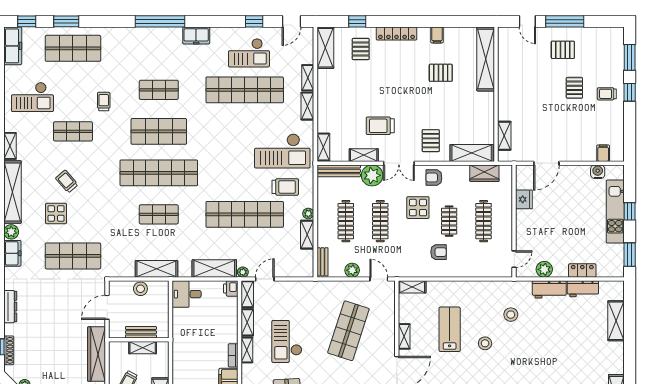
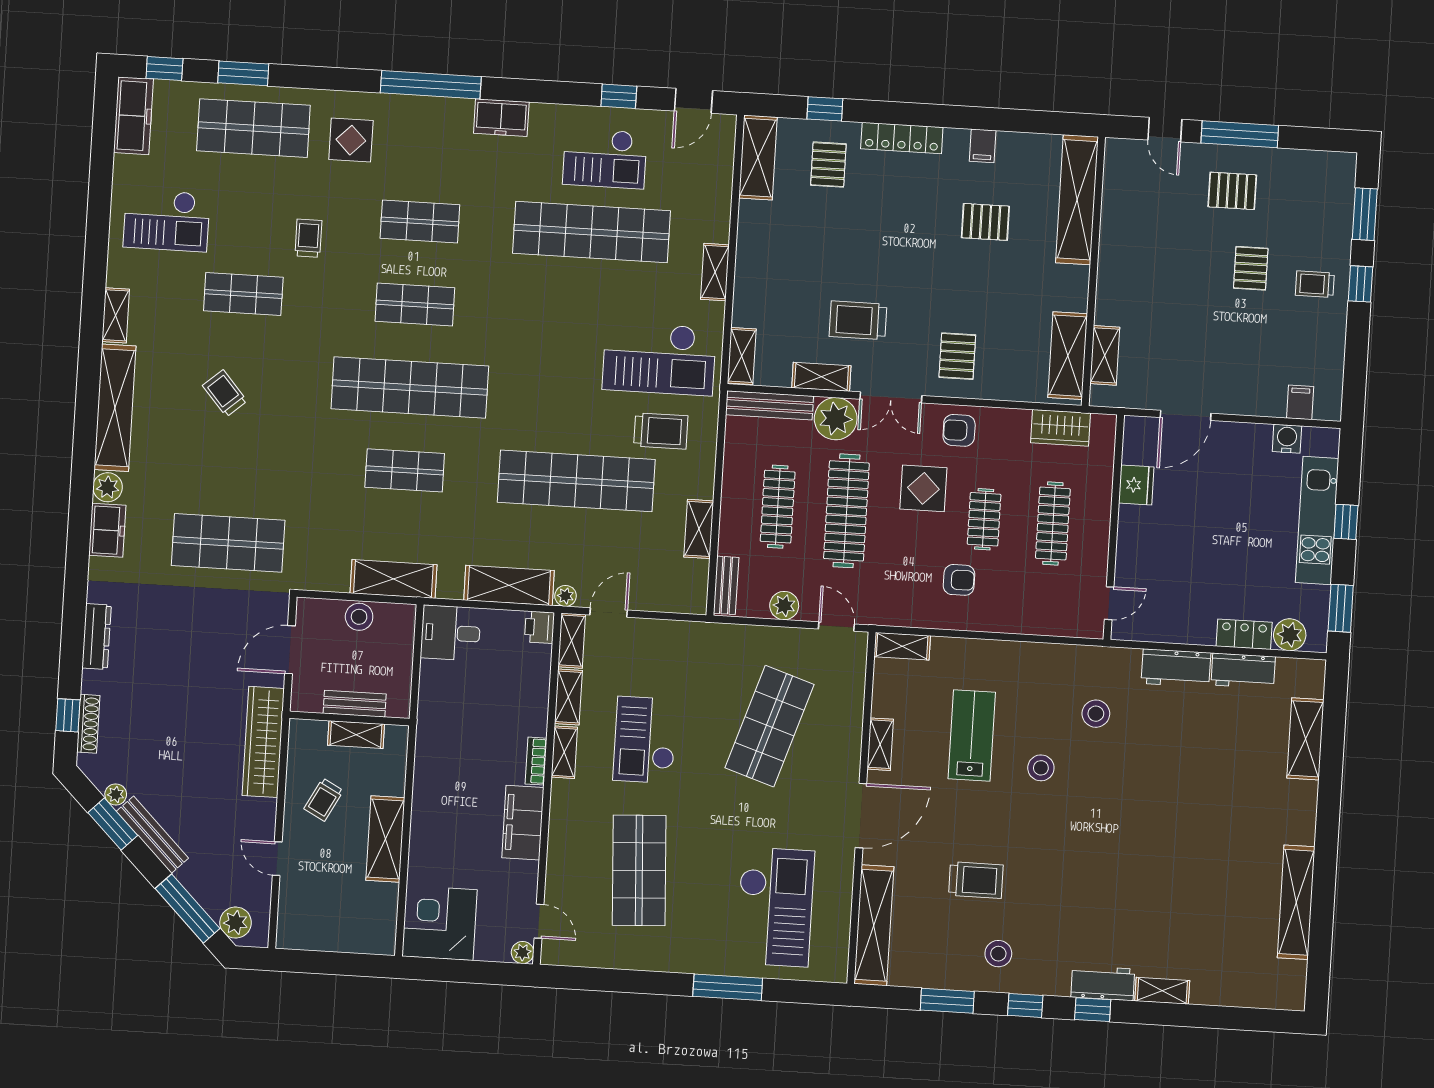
shelving: (308, 78) -> (719, 215), removed
shop shelf: (159, 131) -> (415, 304), width x0.70, depth x0.74
shelving: (472, 153) -> (1068, 356), moved, turned 90
display table: (56, 213) -> (351, 140), moved
plant: (308, 214) -> (704, 487), removed
clothes rail: (380, 221) -> (846, 511), width x1.37, depth x1.31
plant: (544, 269) -> (1290, 635), moved

